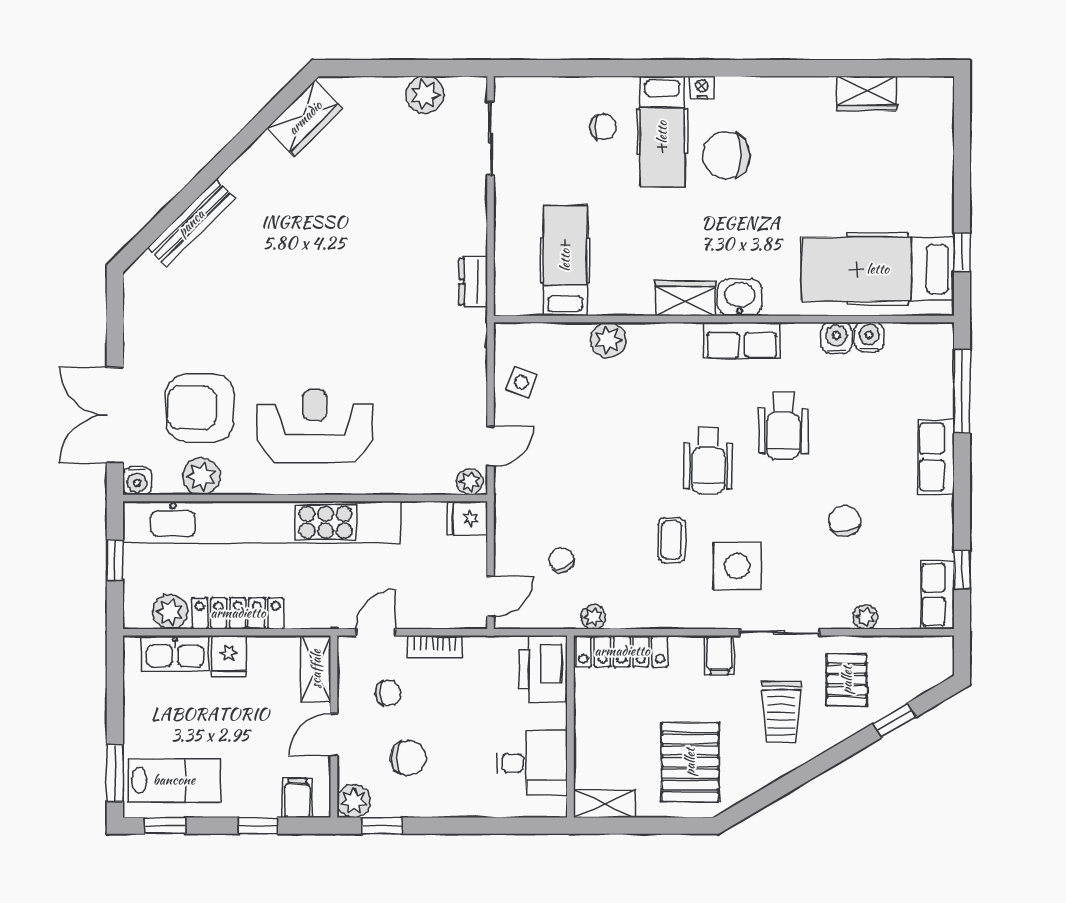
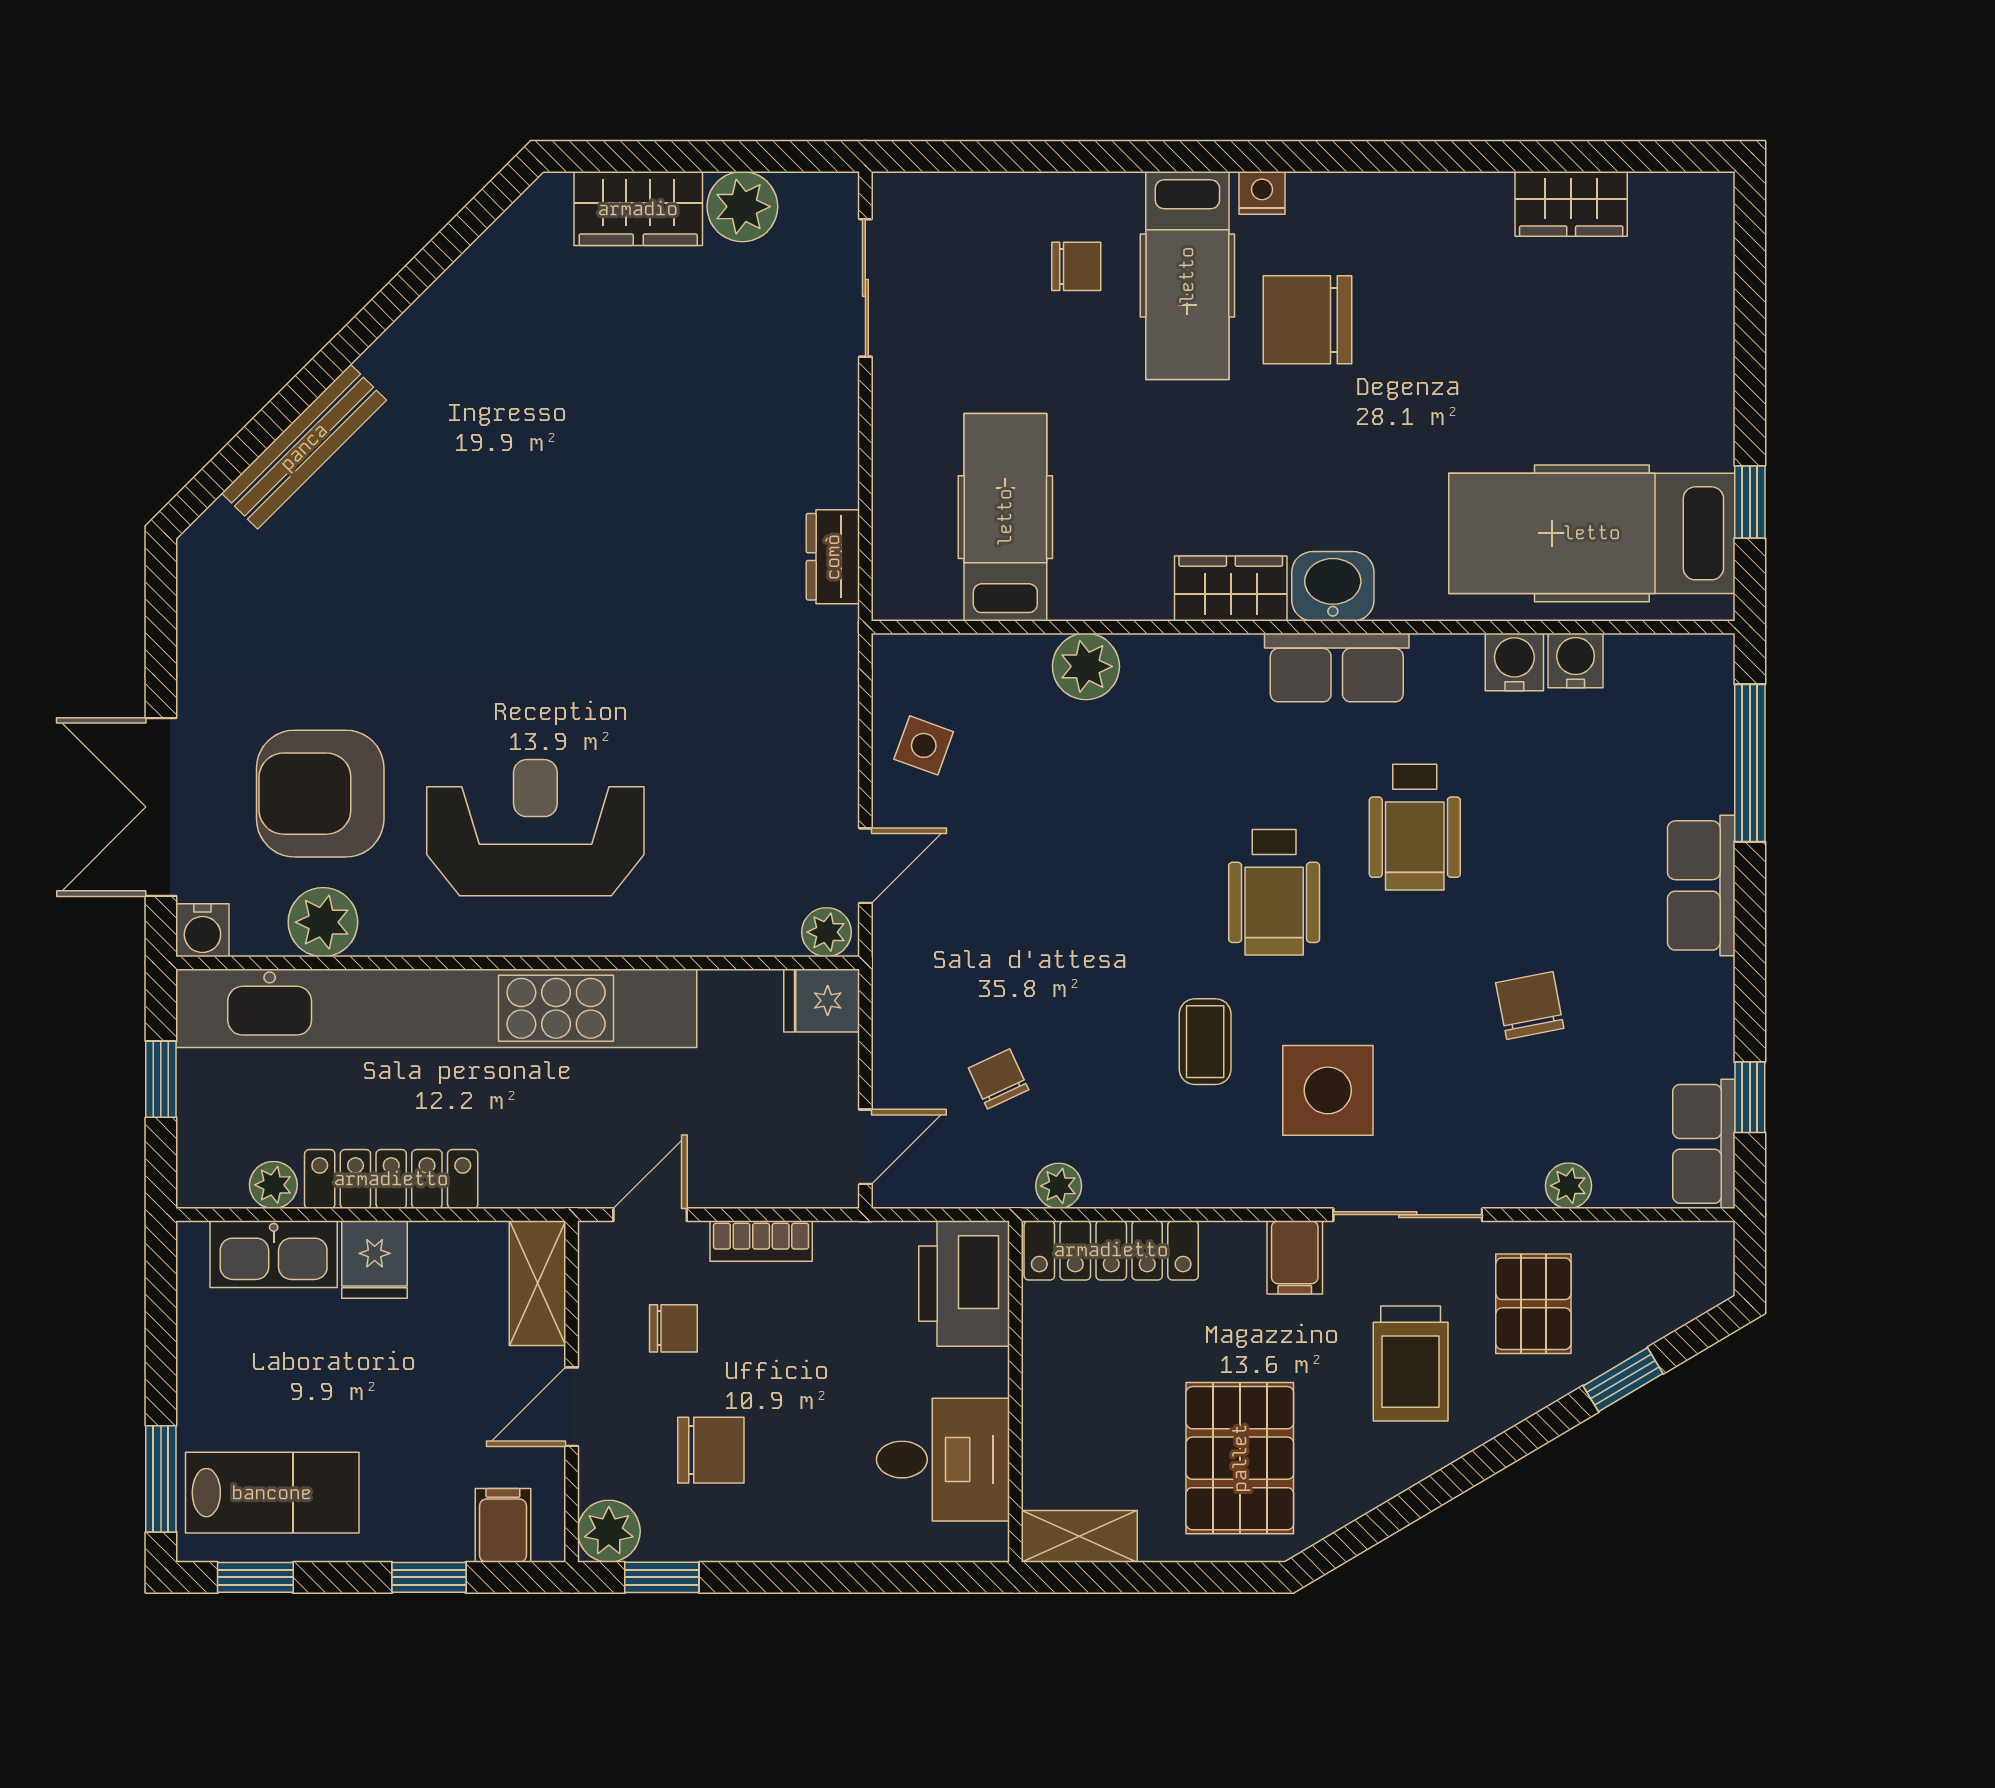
wardrobe: (305, 118) -> (638, 209), moved, turned 45
plant: (170, 612) -> (273, 1185), width x0.73, depth x0.73

